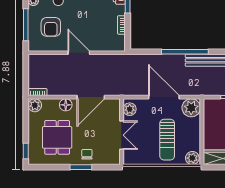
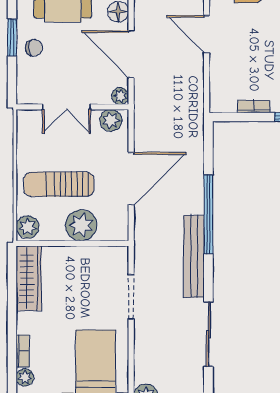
door: (79, 53) -> (207, 34), swing flipped
plant: (115, 104) -> (120, 96), added
plant: (191, 108) -> (81, 225), moved

